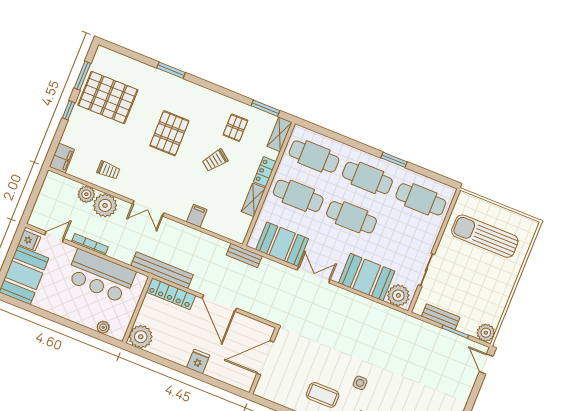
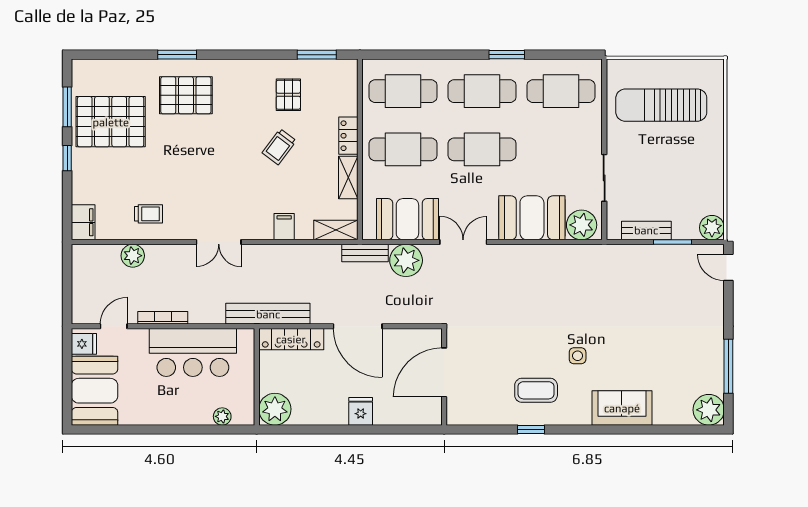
pallet: (169, 133) -> (186, 95), moved, turned 90
shelving: (280, 134) -> (336, 230), moved, turned 90
plant: (105, 205) -> (406, 260), moved

